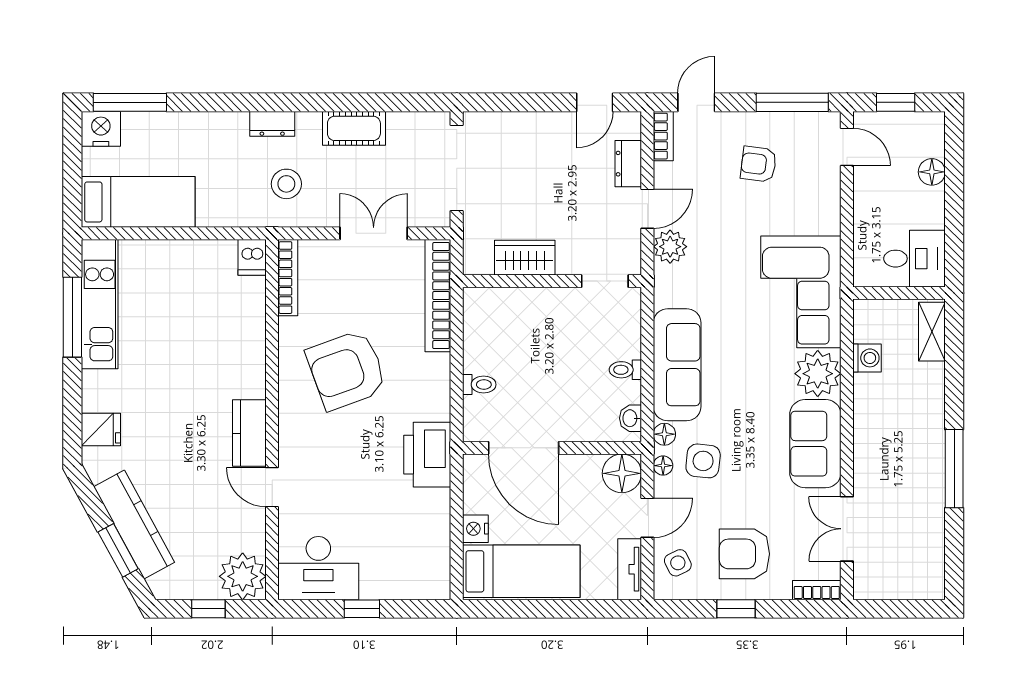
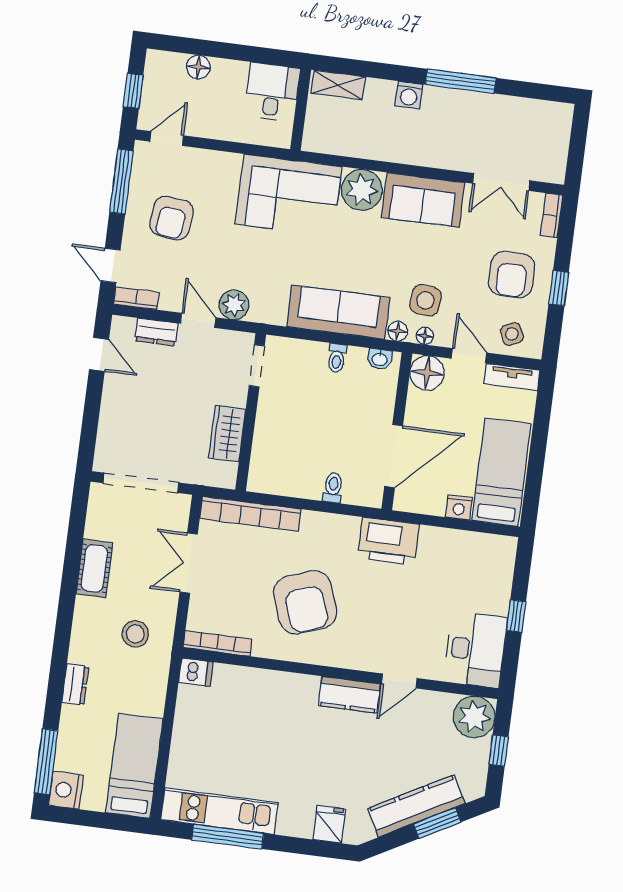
dresser: (272, 124) -> (75, 685), moved
armchair: (759, 164) -> (172, 218), width x1.38, depth x1.38
washing machine: (867, 358) -> (409, 95), moved, turned 180

